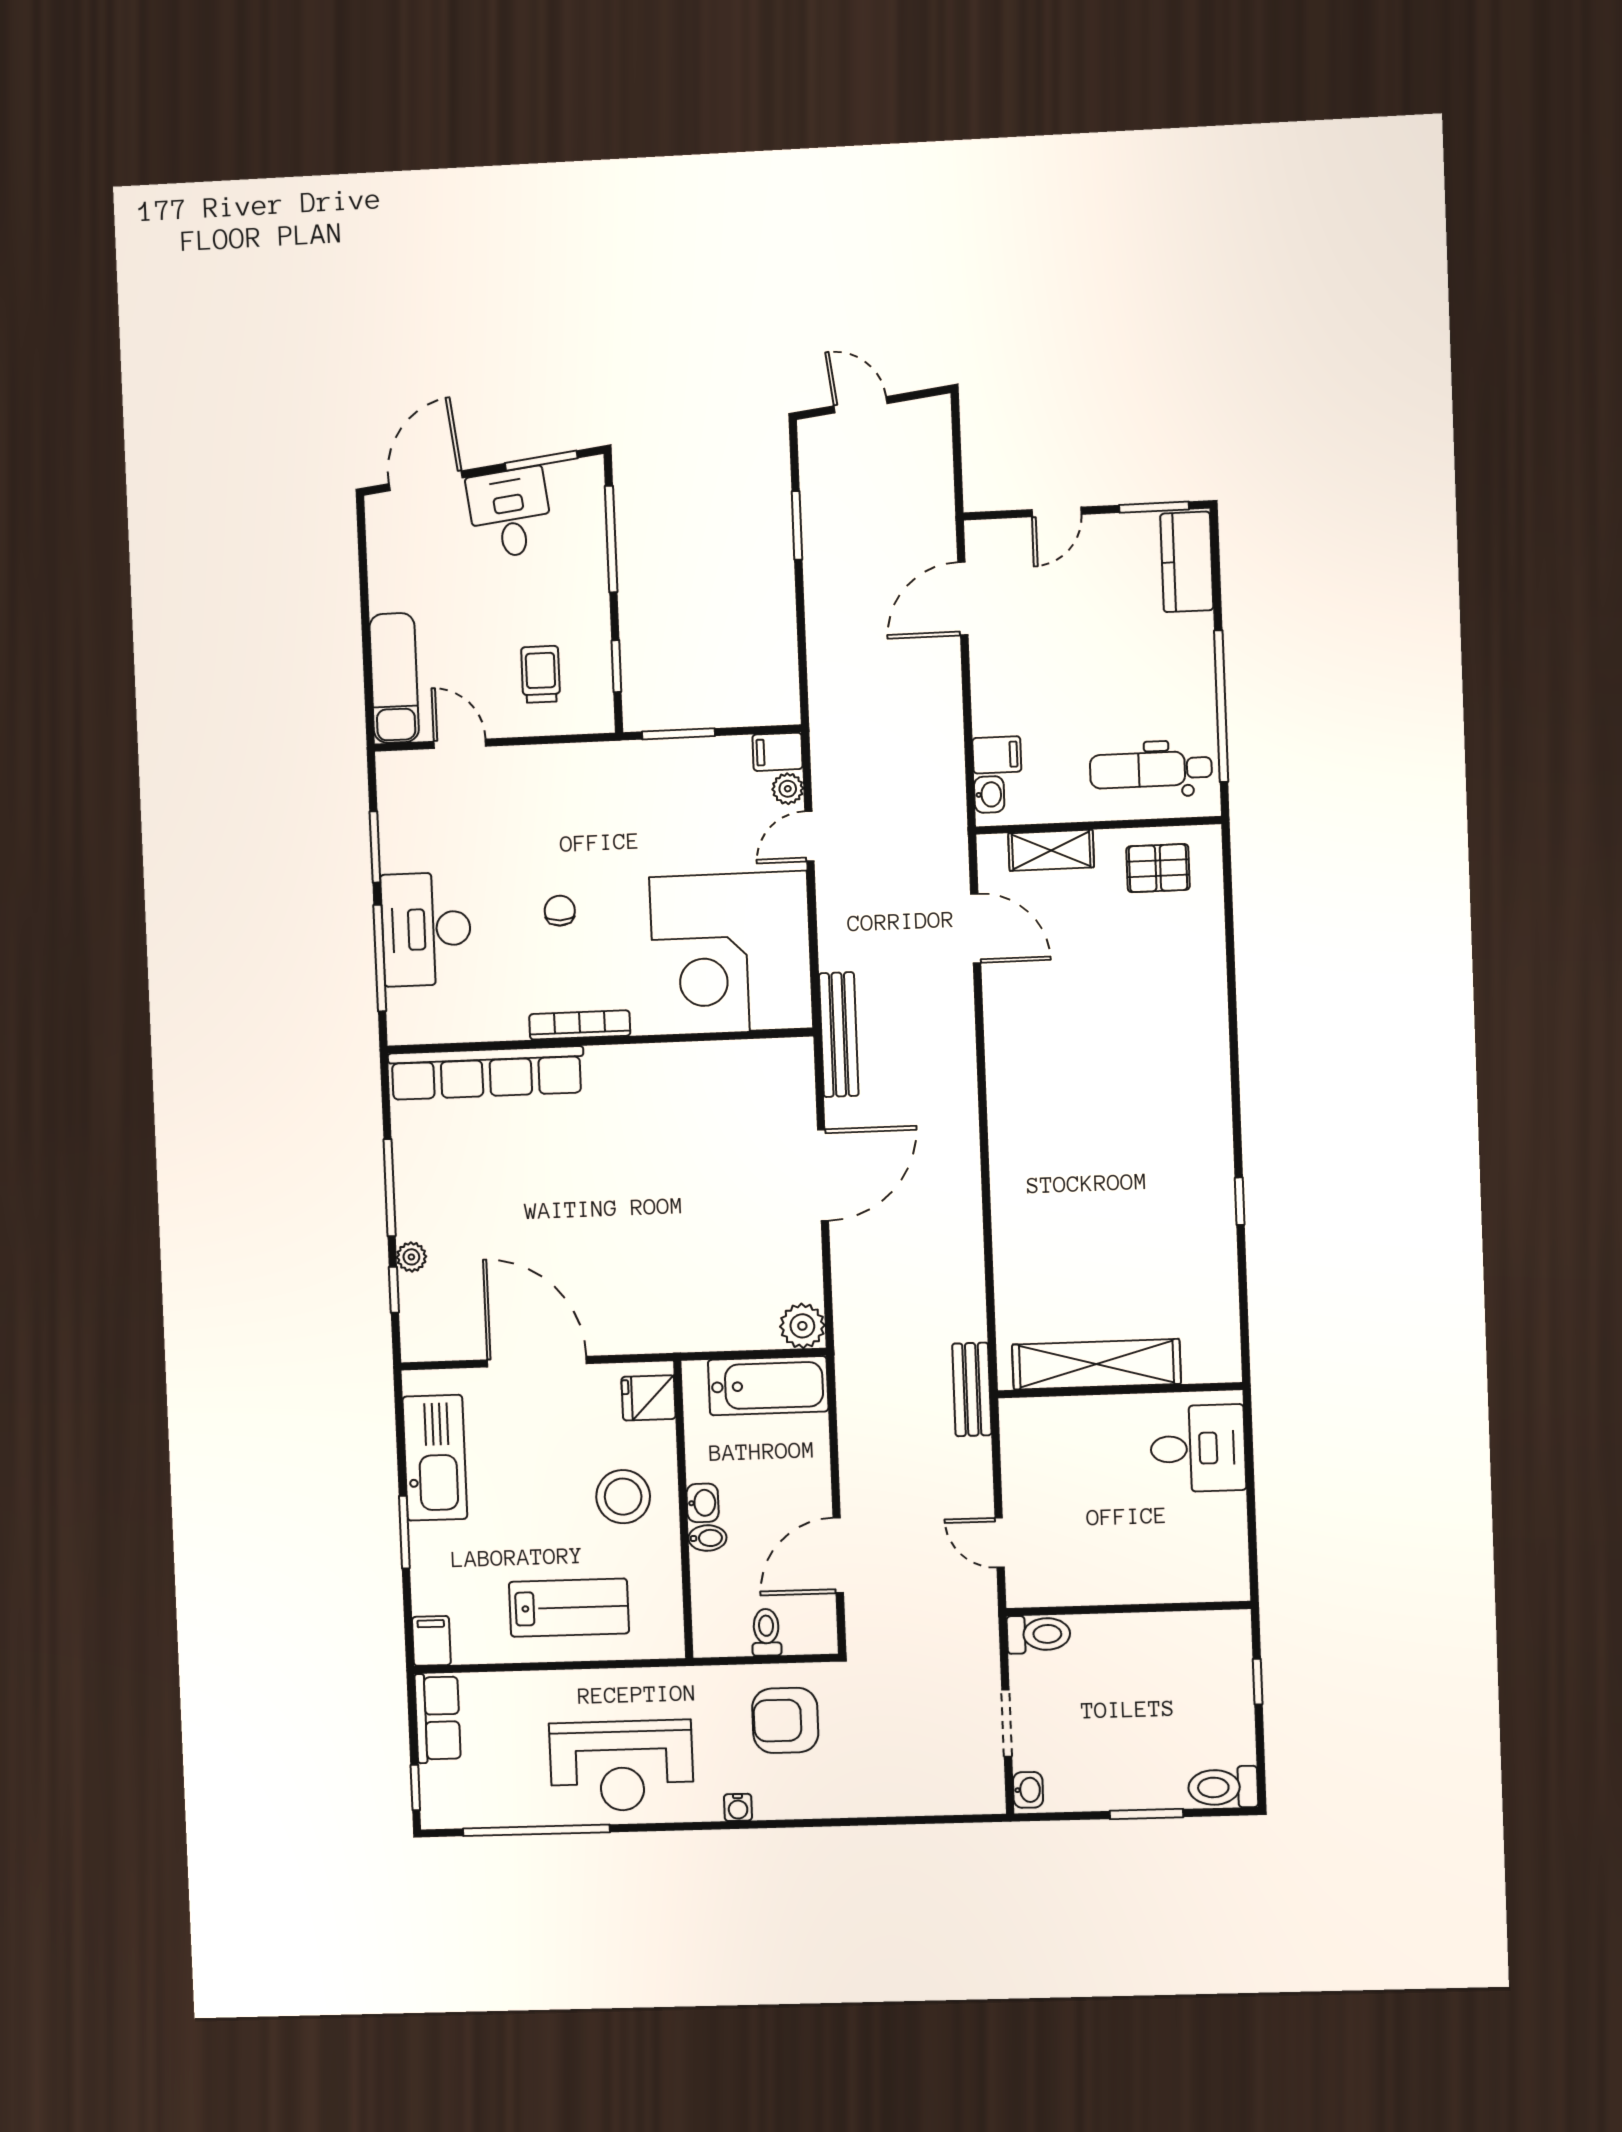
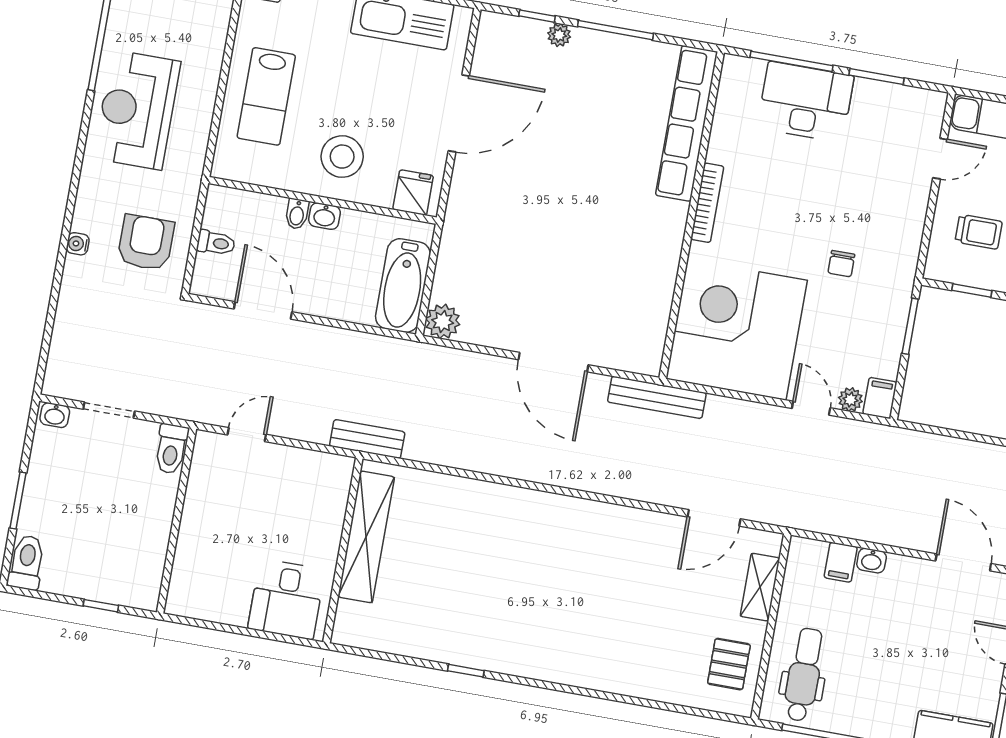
washbasin: (989, 794) -> (872, 561), moved
chair: (560, 911) -> (841, 264), moved, turned 90
water cooler: (738, 1807) -> (78, 244), moved

